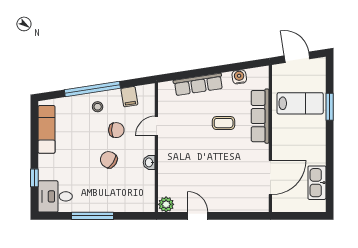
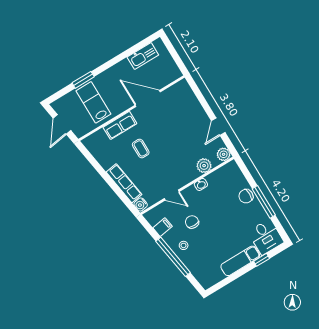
water cooler: (239, 77) -> (141, 204), moved
row of seats: (260, 116) -> (120, 125), width x0.68
exam couch: (47, 129) -> (240, 261), moved
chair: (109, 160) -> (246, 196), moved, turned 56
plant: (167, 177) -> (204, 166), added
door: (270, 178) -> (148, 99), moved

